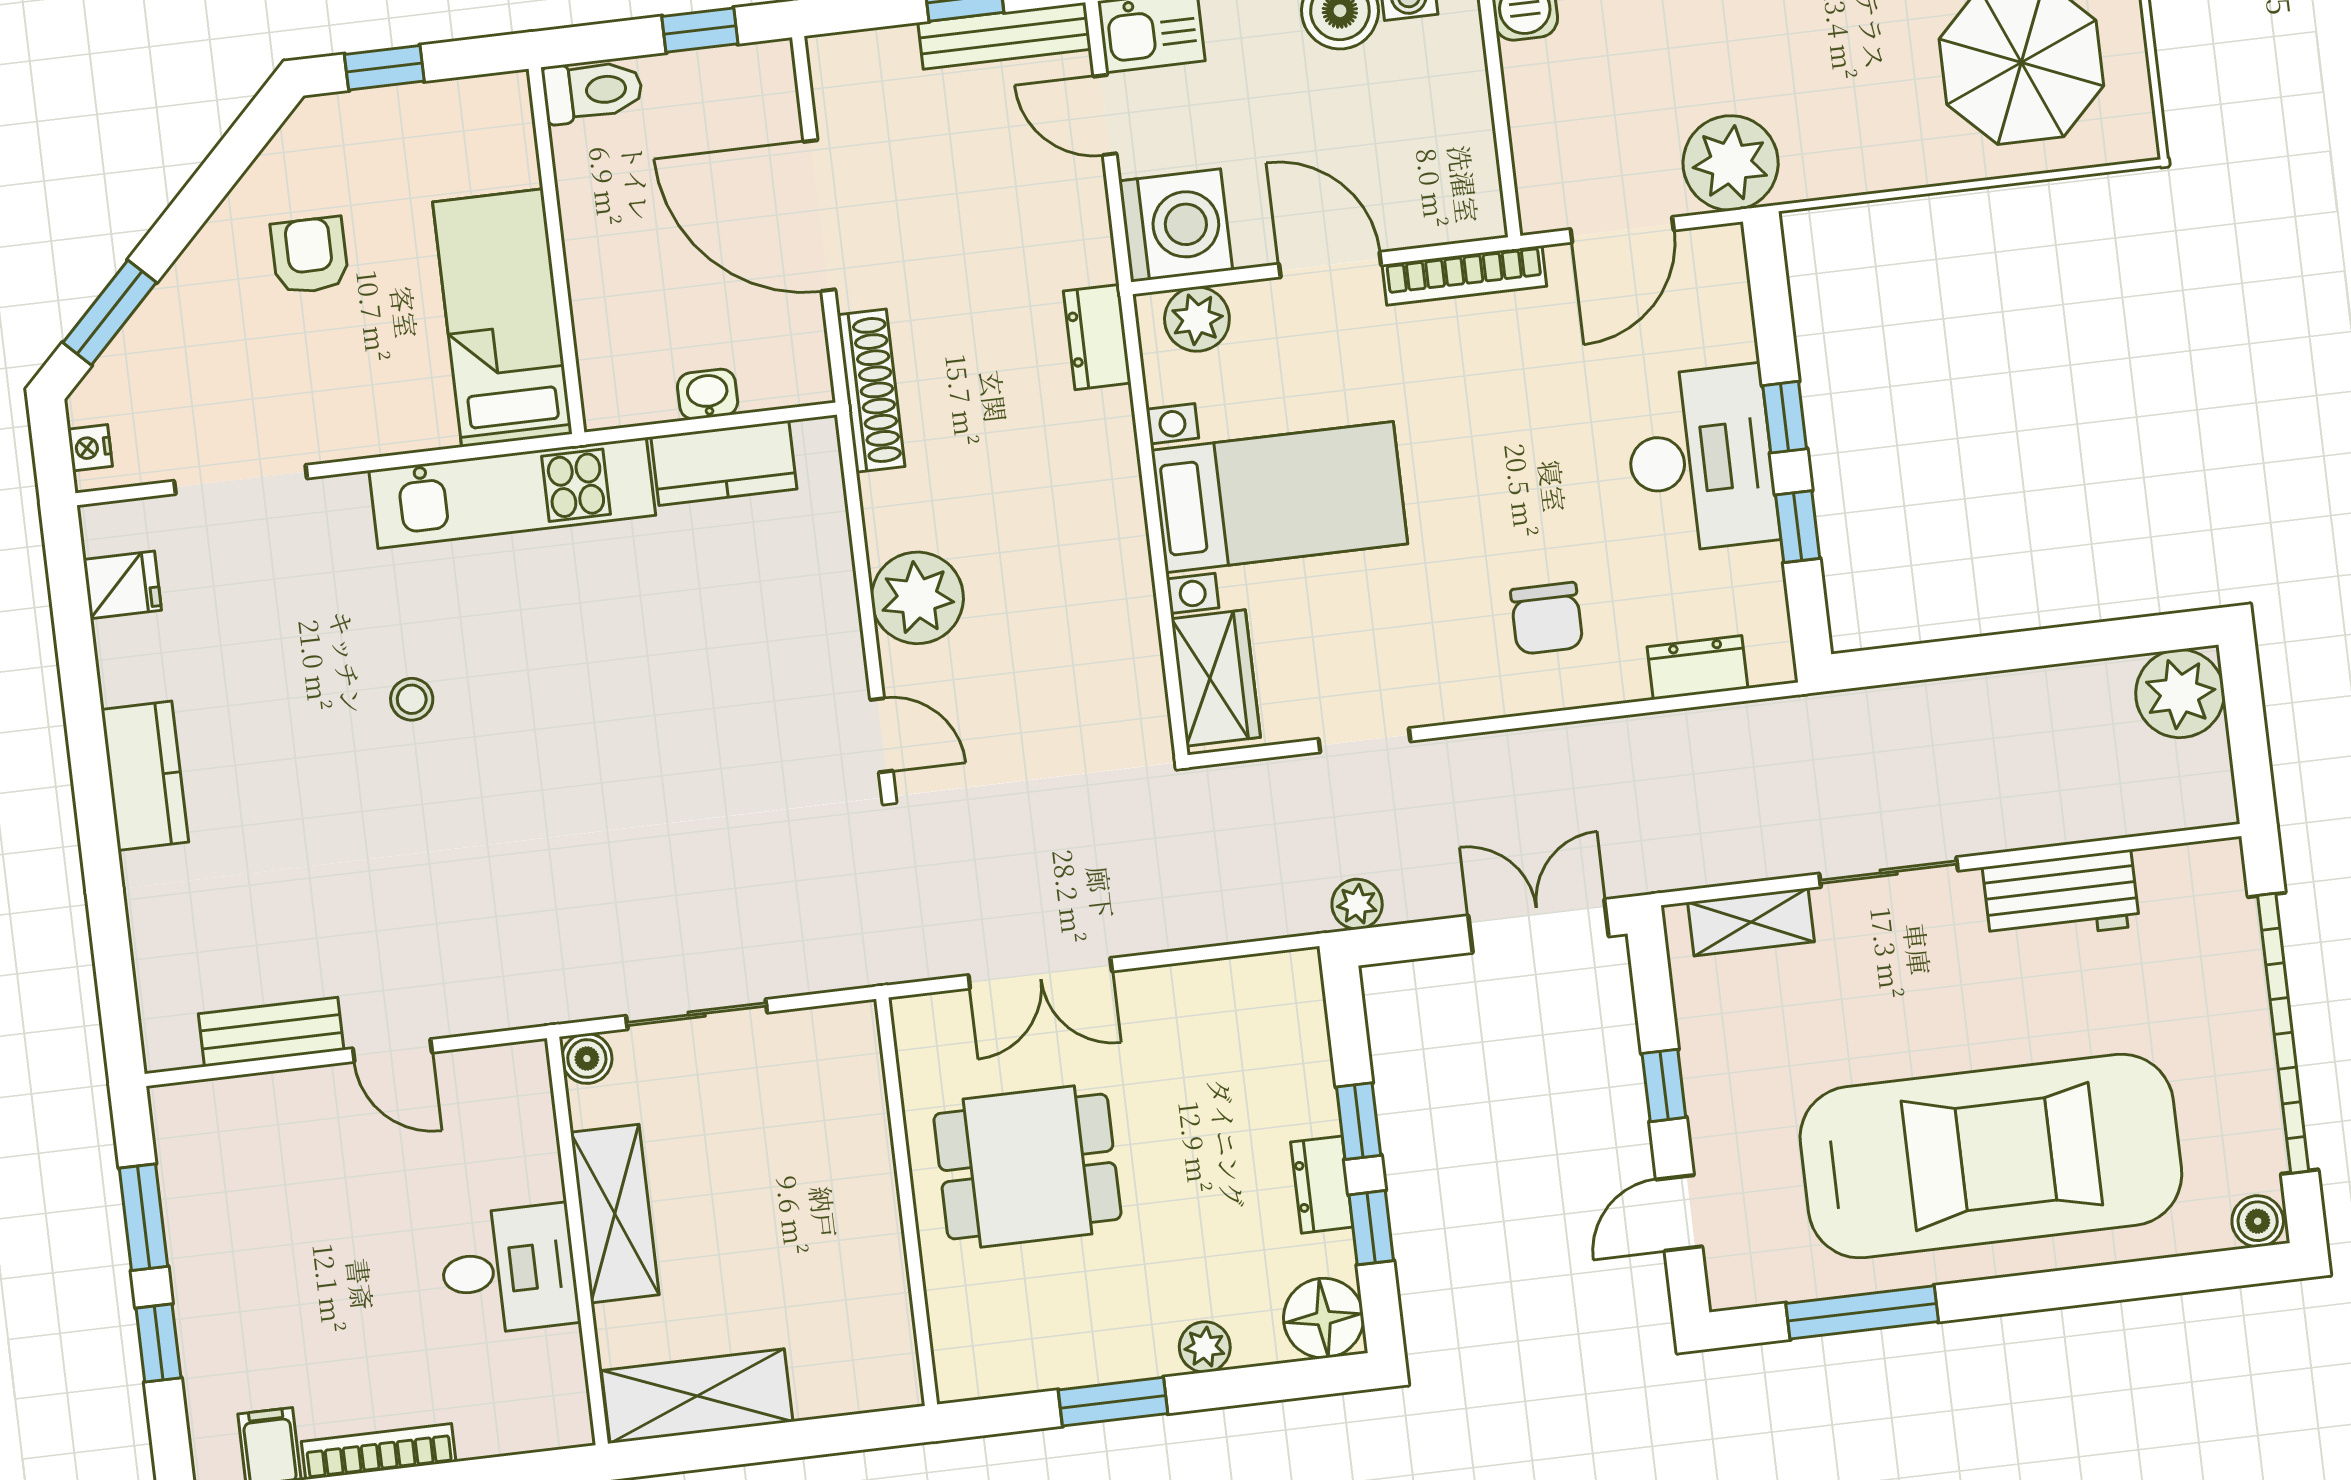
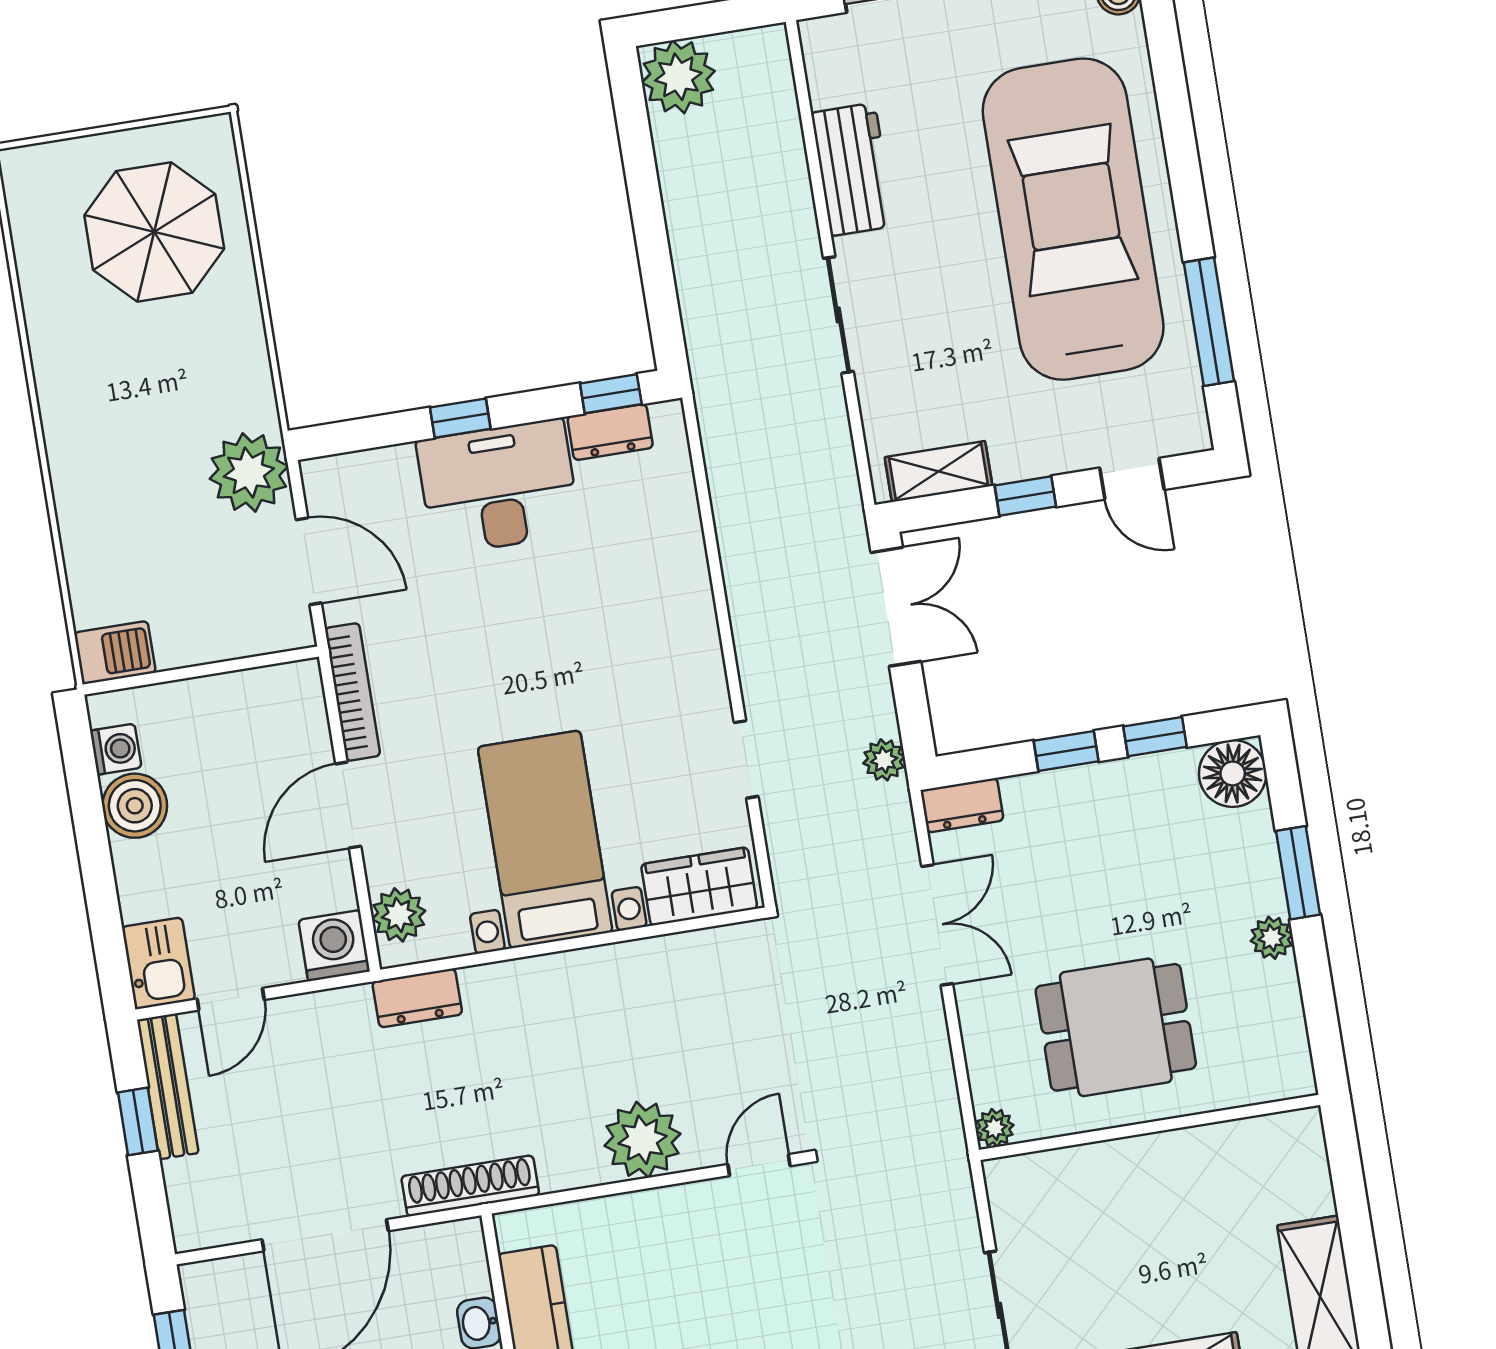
washing machine: (1176, 226) -> (334, 946), width x0.73, depth x0.73
window: (1798, 527) -> (611, 394), moved
chair: (1547, 618) -> (637, 611), removed
dresser: (1698, 668) -> (610, 432), moved, turned -90
shelving: (1751, 922) -> (939, 471), moved, turned 90
double door: (1539, 926) -> (896, 607), swing flipped
double door: (1040, 973) -> (937, 925), moved
plant: (914, 1017) -> (995, 1128), added
dining table: (1027, 1167) -> (1116, 1027), turned 90
dresser: (1322, 1185) -> (962, 805), moved
plant: (1205, 1347) -> (1272, 938), moved
window: (1113, 1402) -> (1298, 873), moved

